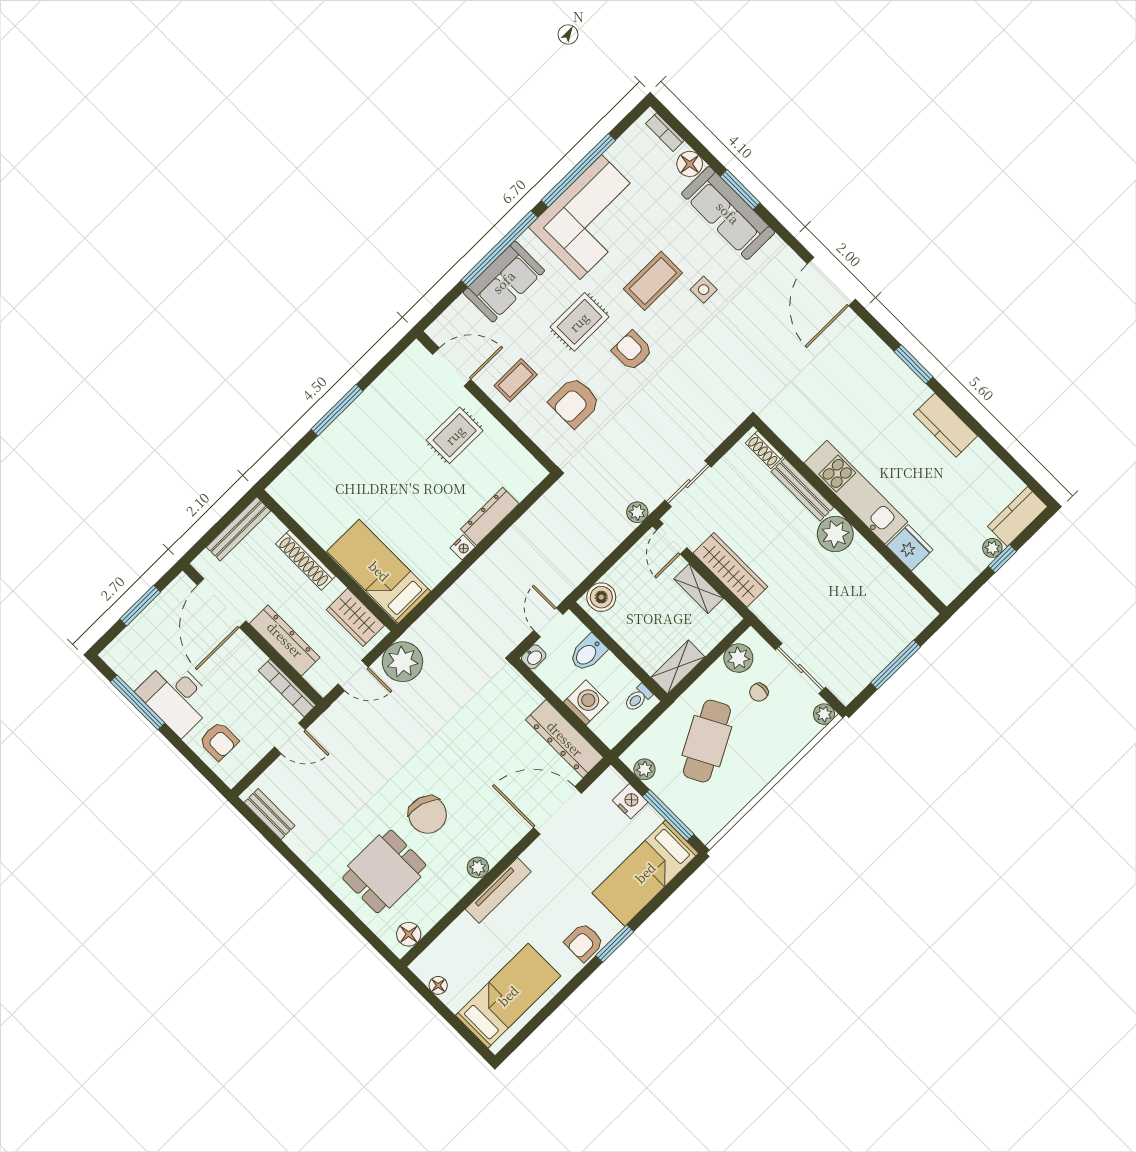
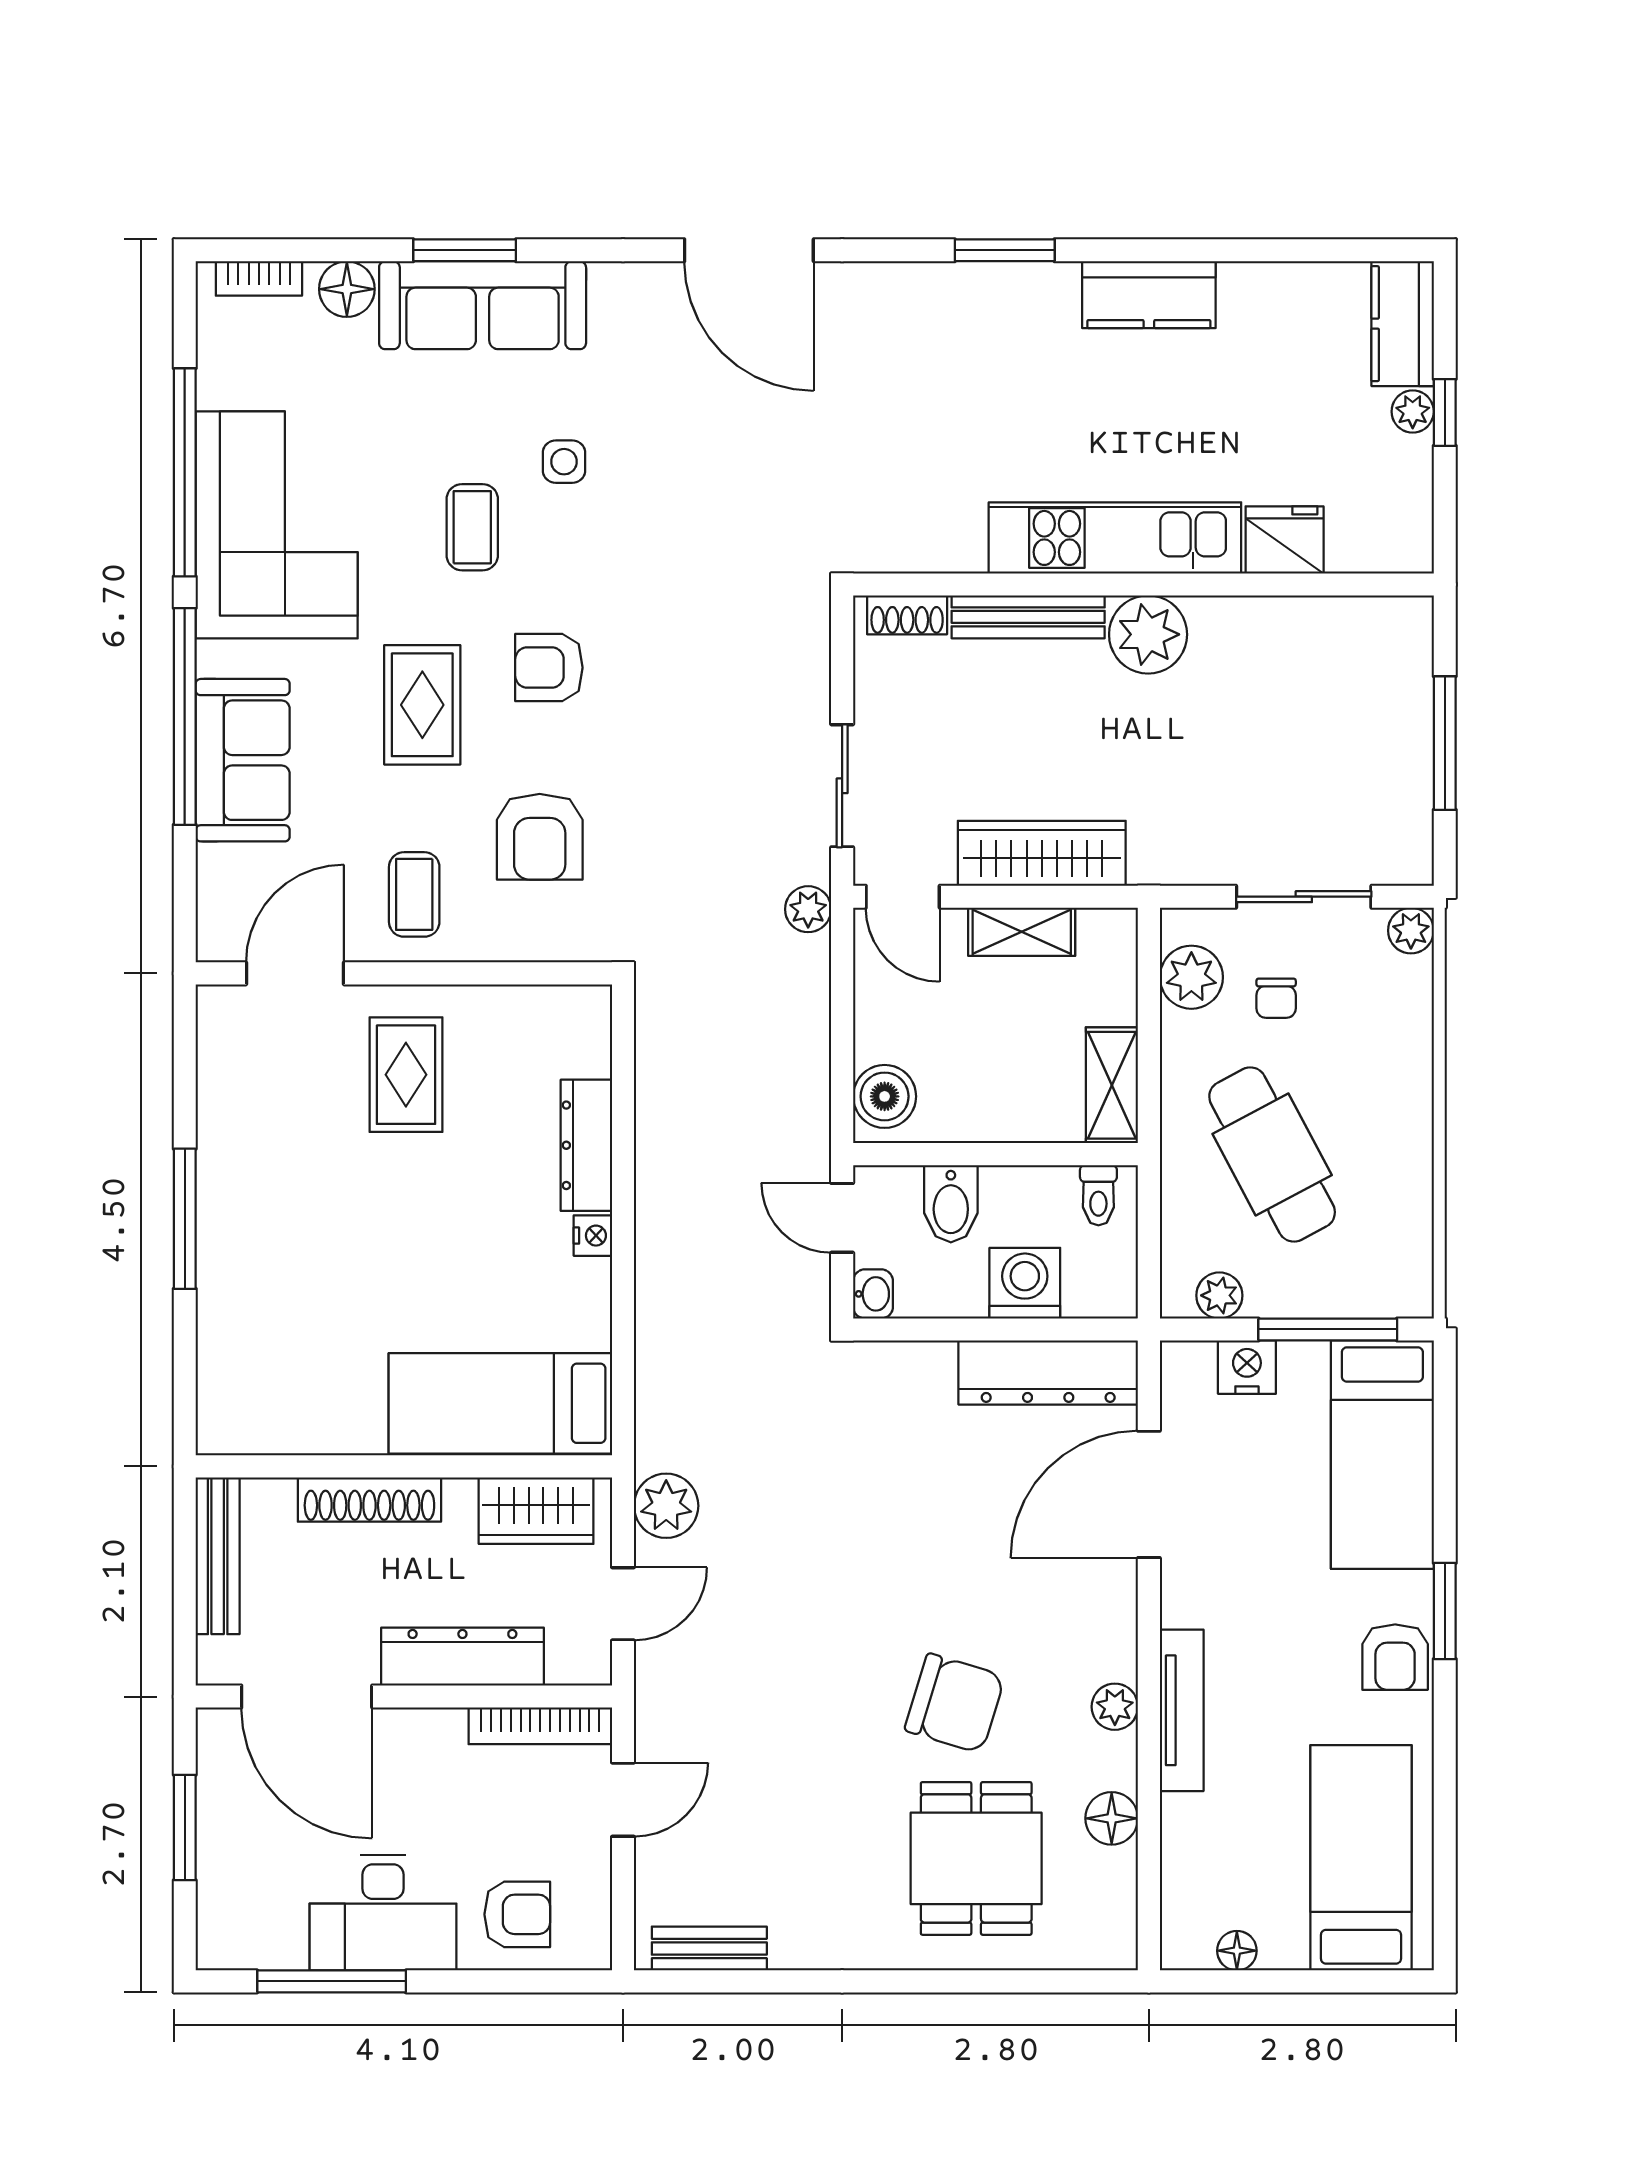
coffee table: (653, 281) -> (472, 527), width x0.73, depth x0.77
plant: (403, 662) -> (666, 1506), width x0.73, depth x0.73
floor lamp: (409, 934) -> (1112, 1818), moved

